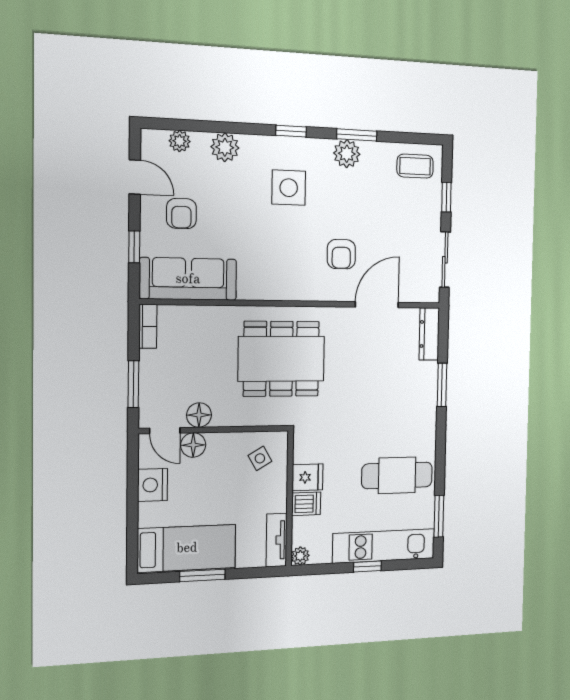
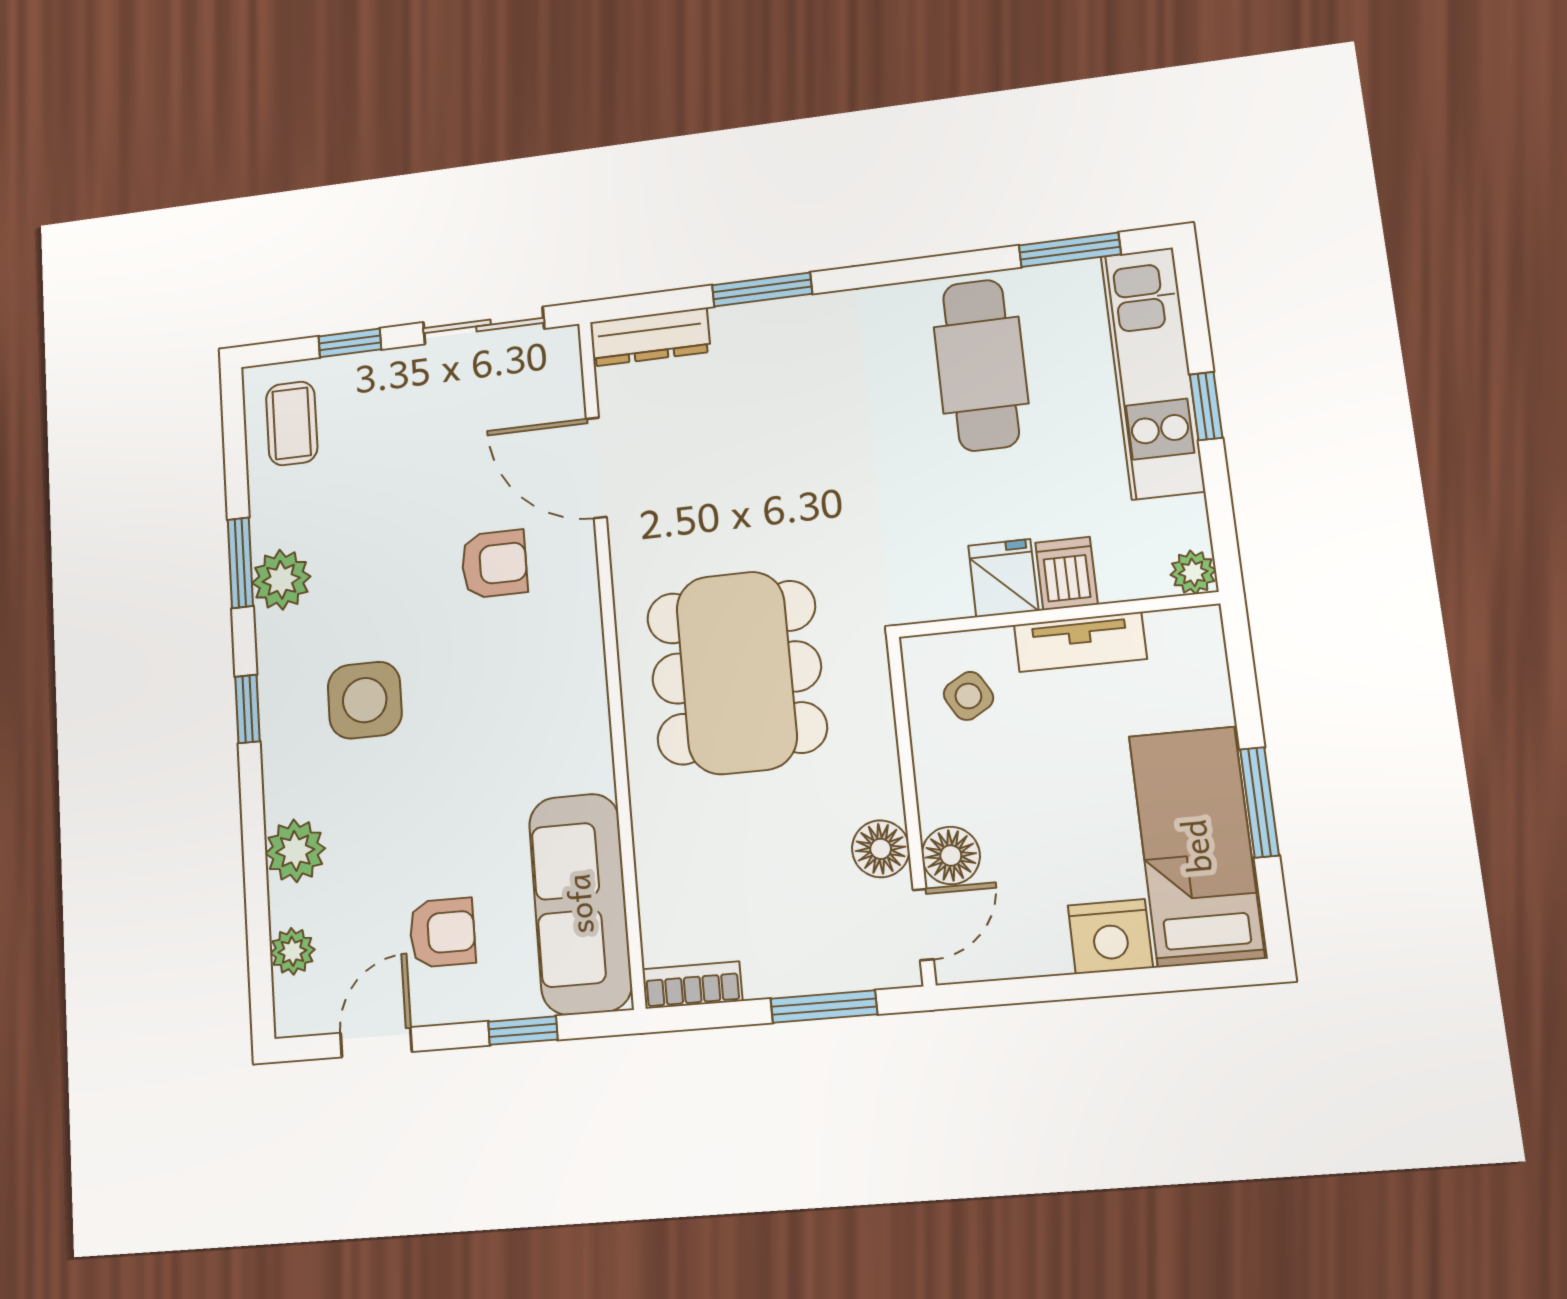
nightstand: (153, 485) -> (1110, 937), moved
tv unit: (277, 540) -> (1080, 642), moved

